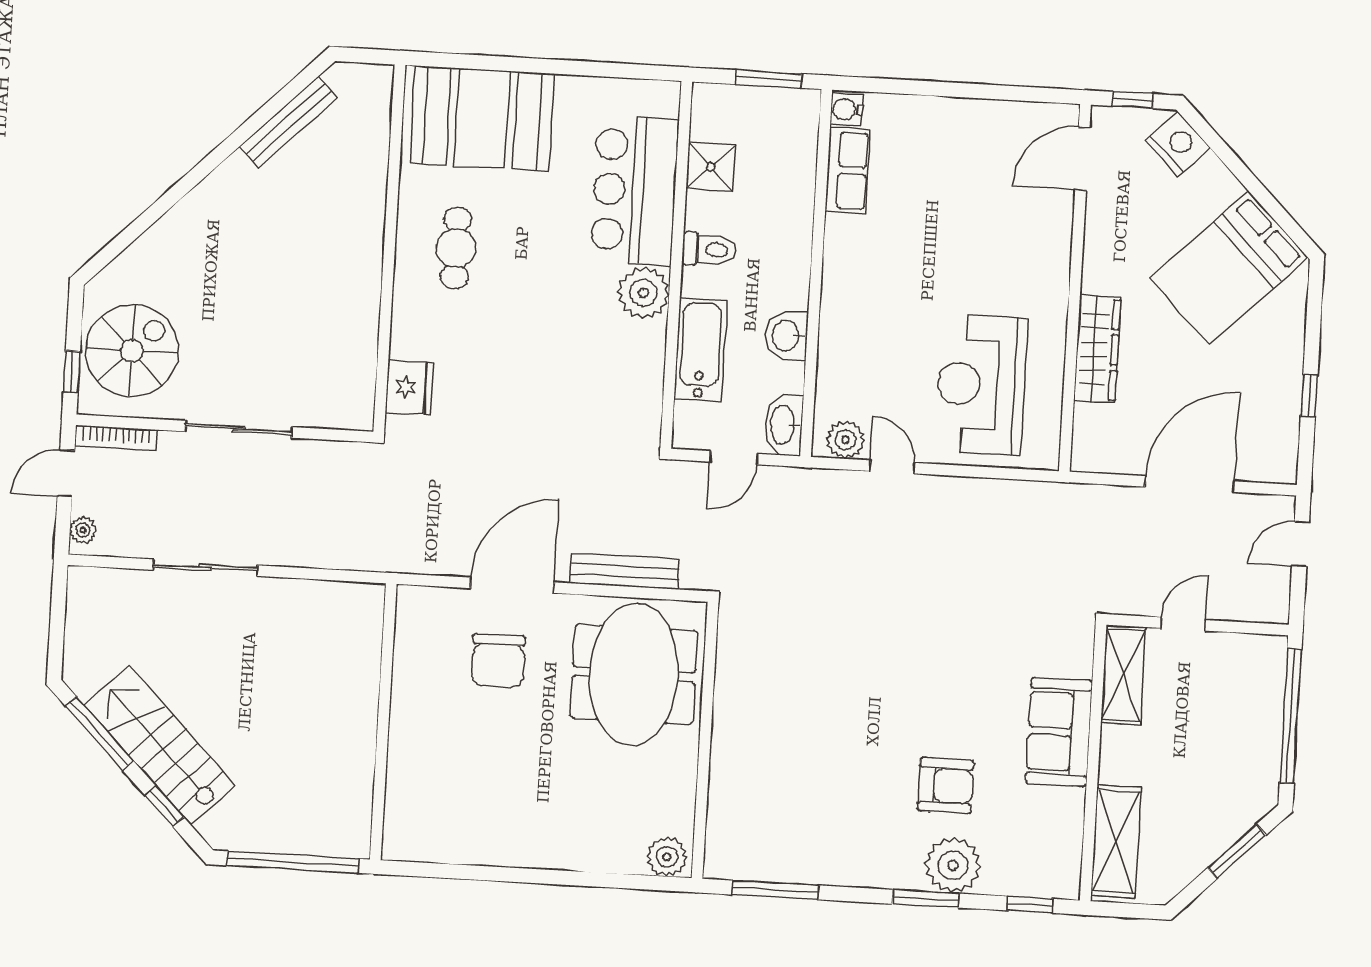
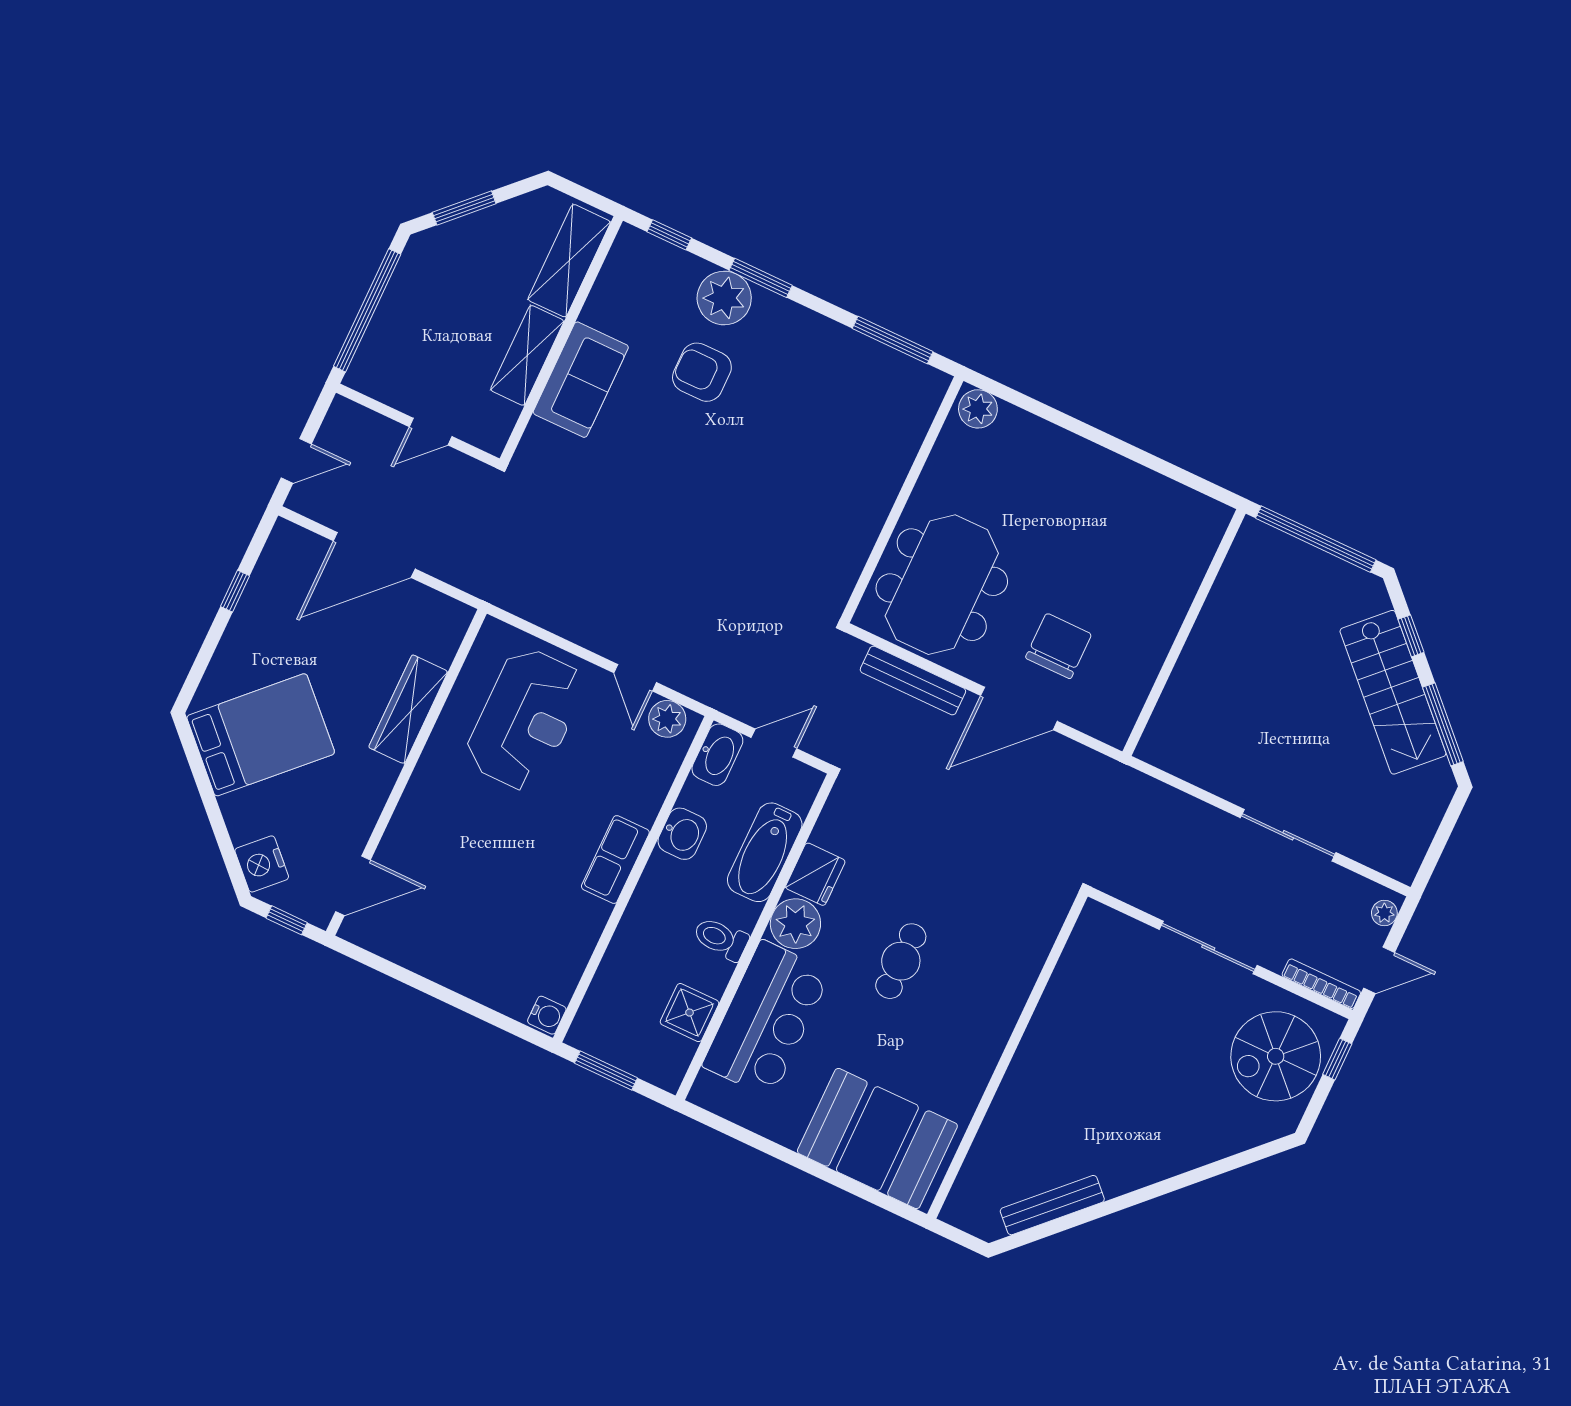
row of seats: (848, 170) -> (615, 860), moved
cafe table: (456, 248) -> (901, 961), moved
fridge: (409, 387) -> (815, 874), moved, turned 180
shelving: (1123, 675) -> (527, 355), moved

